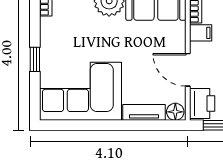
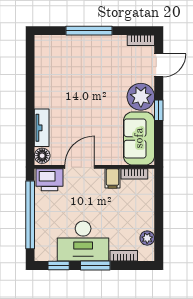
window: (35, 59) -> (89, 31), width x2.17
corner sofa: (81, 91) -> (60, 71), removed

